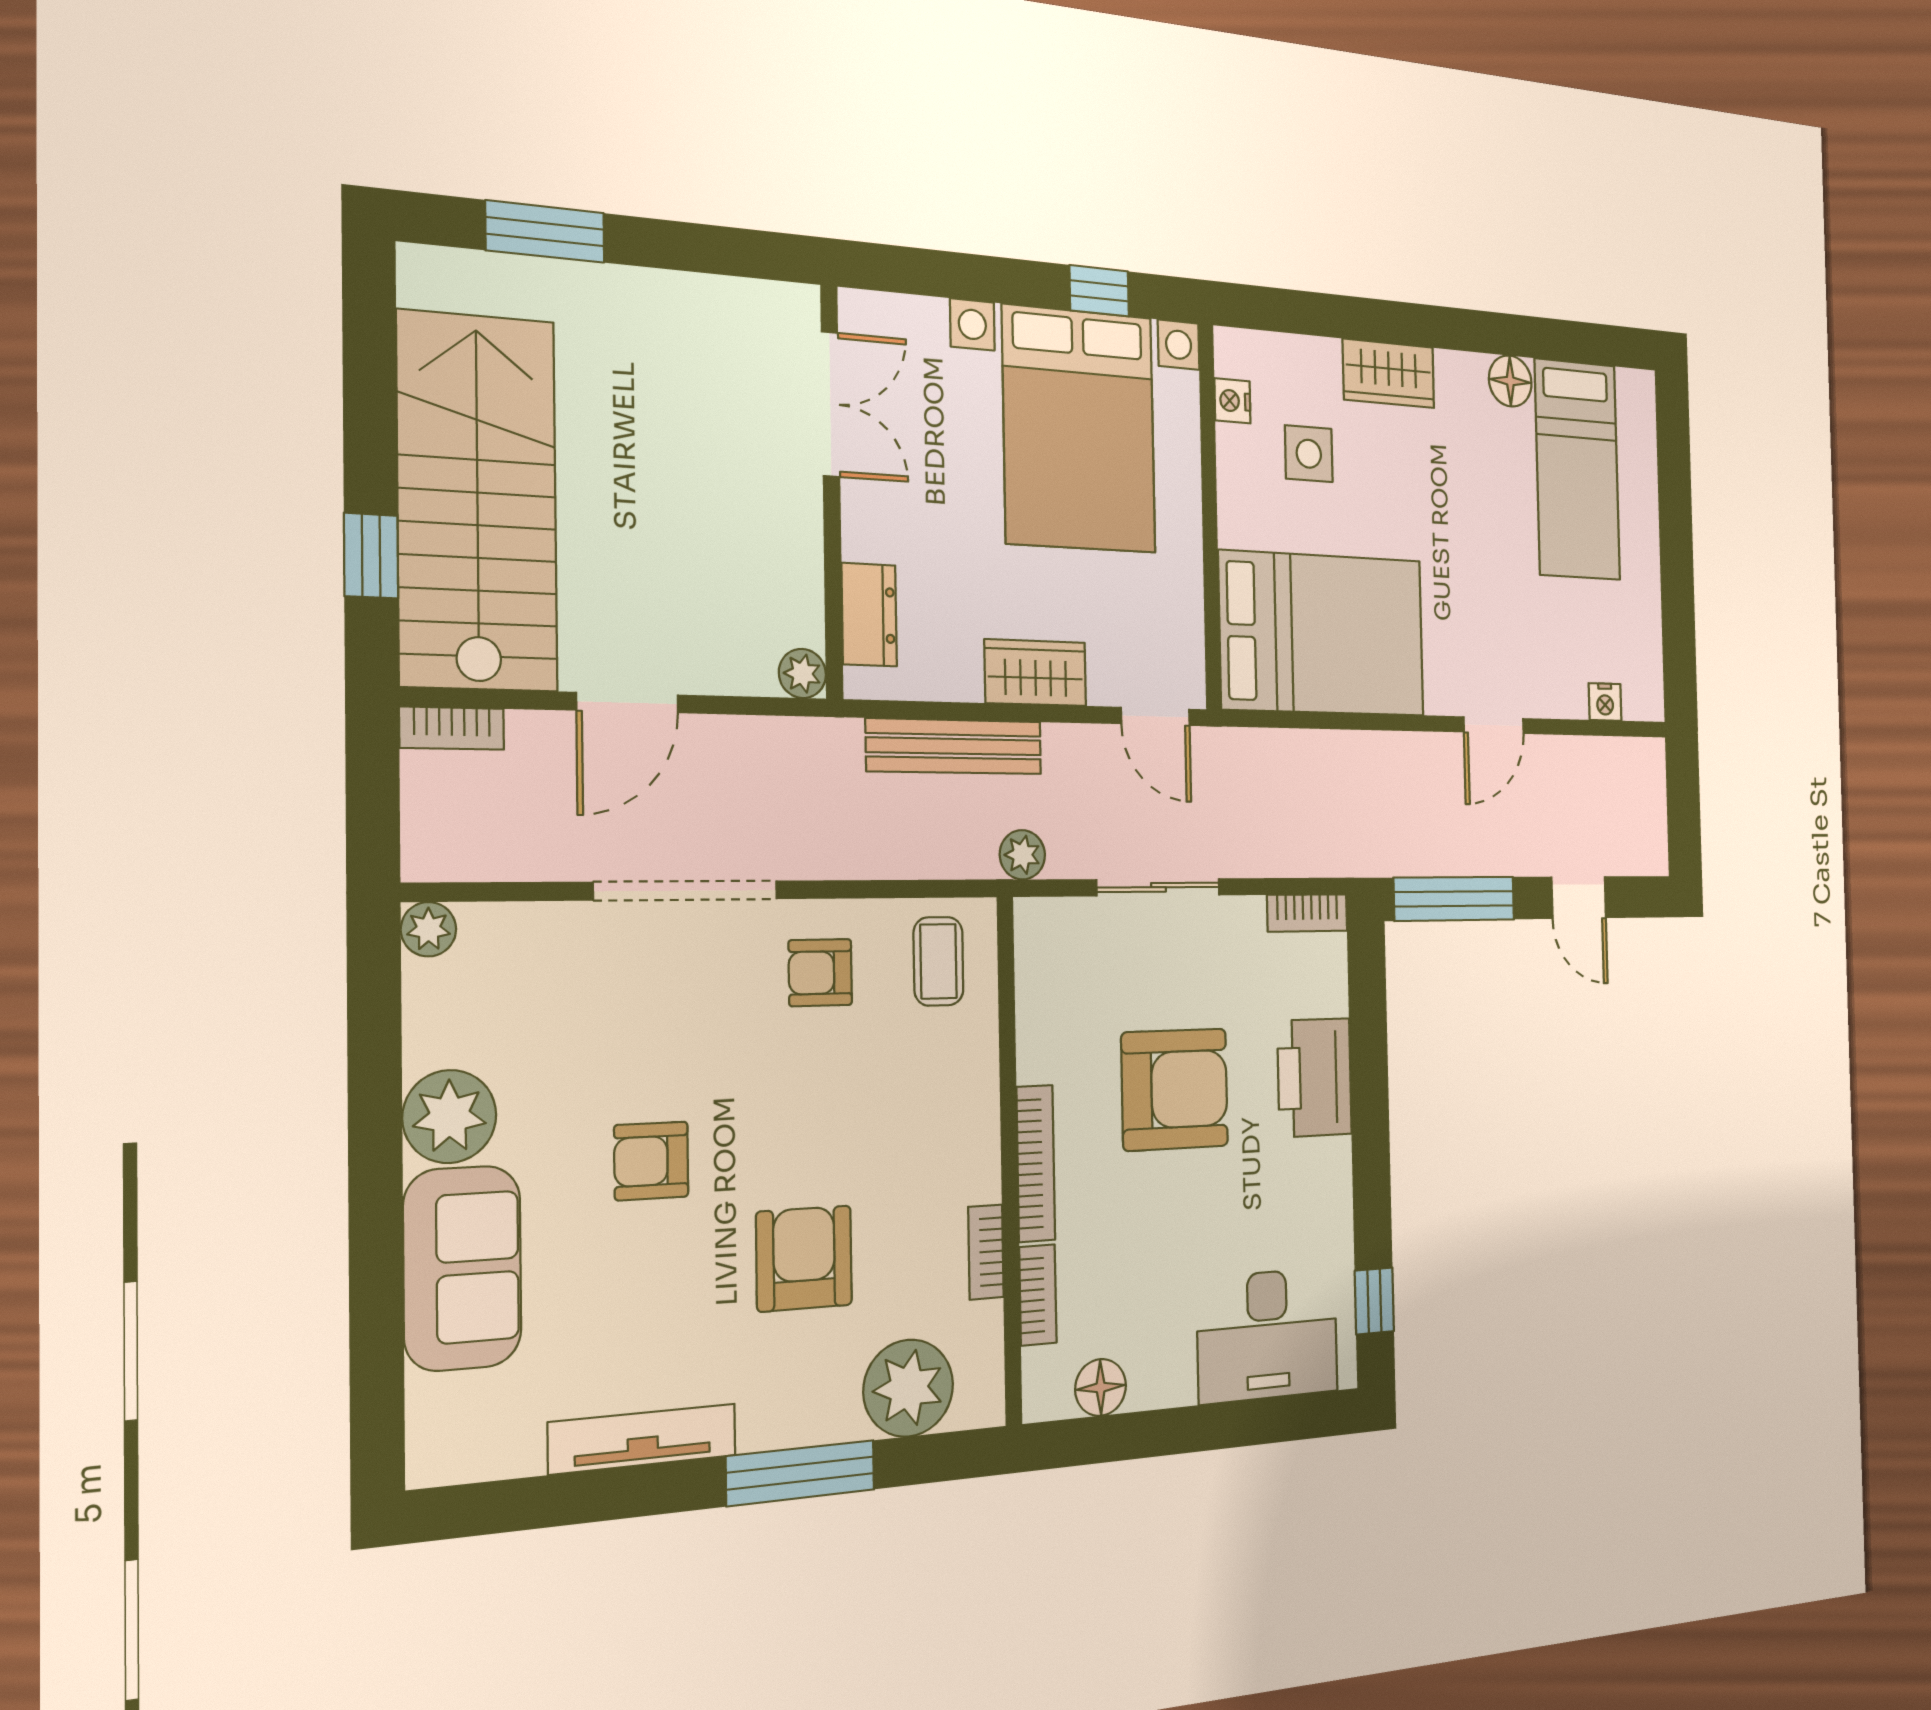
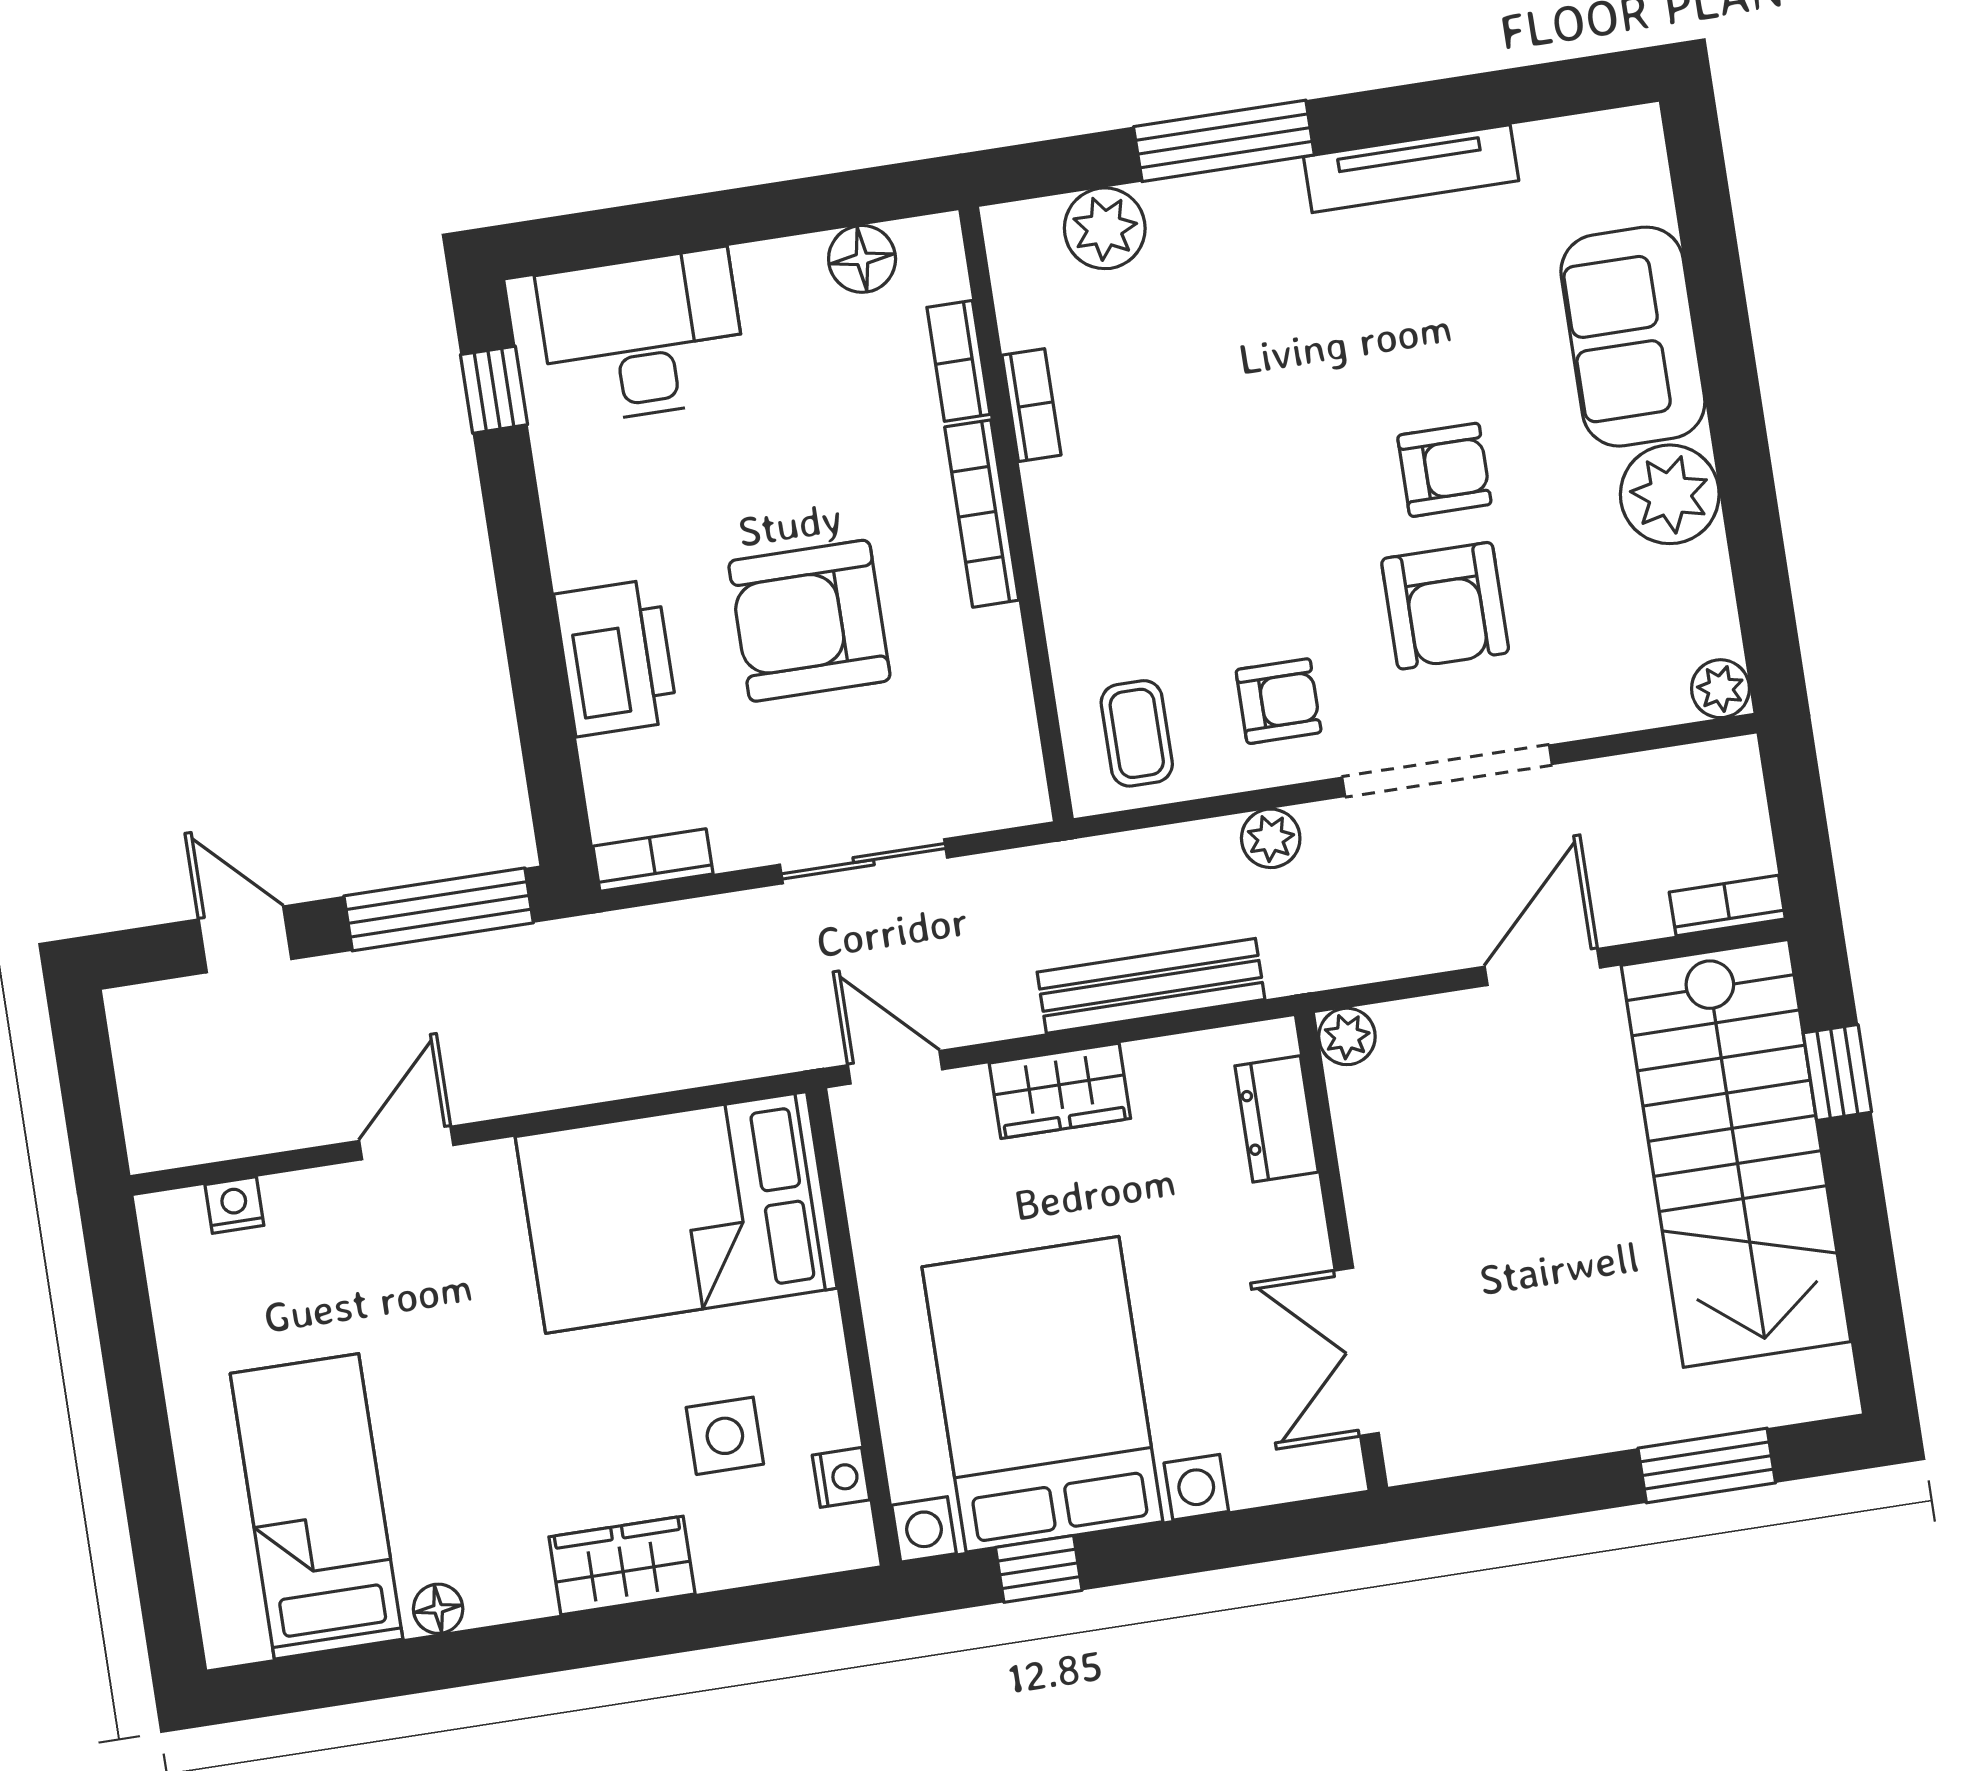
floor lamp: (1510, 381) -> (438, 1609), width x0.73, depth x0.73
plant: (1022, 855) -> (1271, 838), moved
armchair: (804, 1258) -> (1445, 606), moved
plant: (908, 1388) -> (1105, 228), width x0.73, depth x0.73

